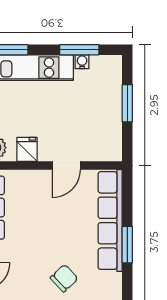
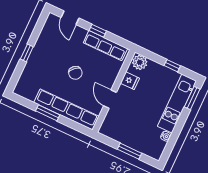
window: (79, 50) -> (173, 138), removed
chair: (64, 278) -> (75, 73), moved

